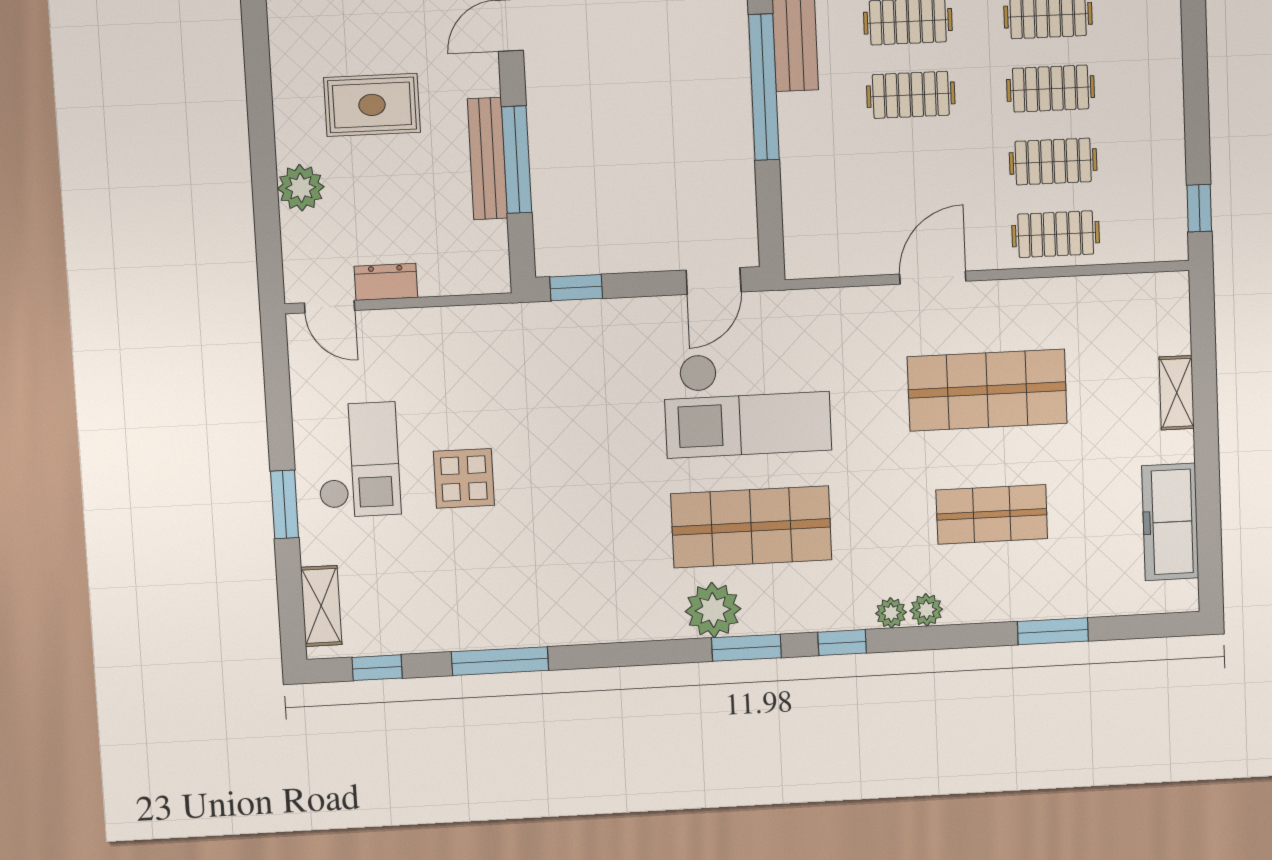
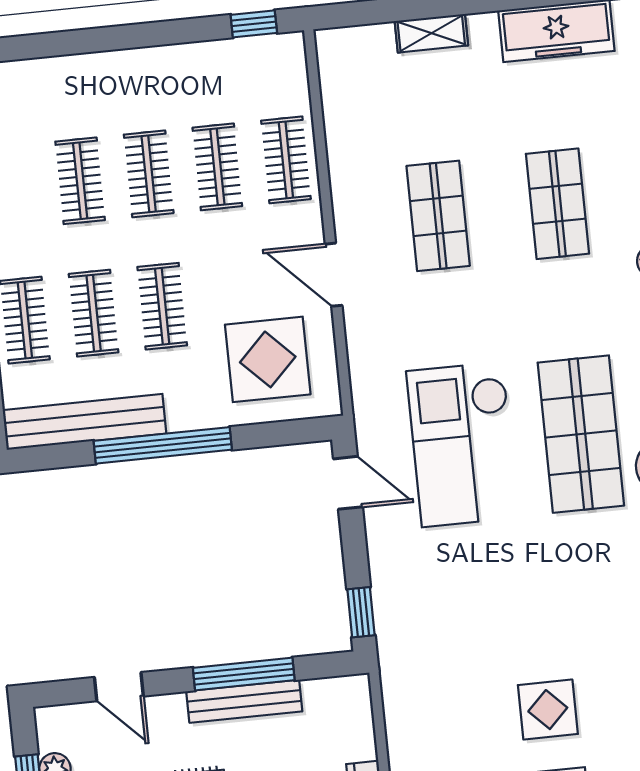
display table: (848, 204) -> (268, 359), added
shop shelf: (987, 390) -> (438, 216), width x0.70, depth x0.74
checkout: (747, 403) -> (463, 444), turned 180

